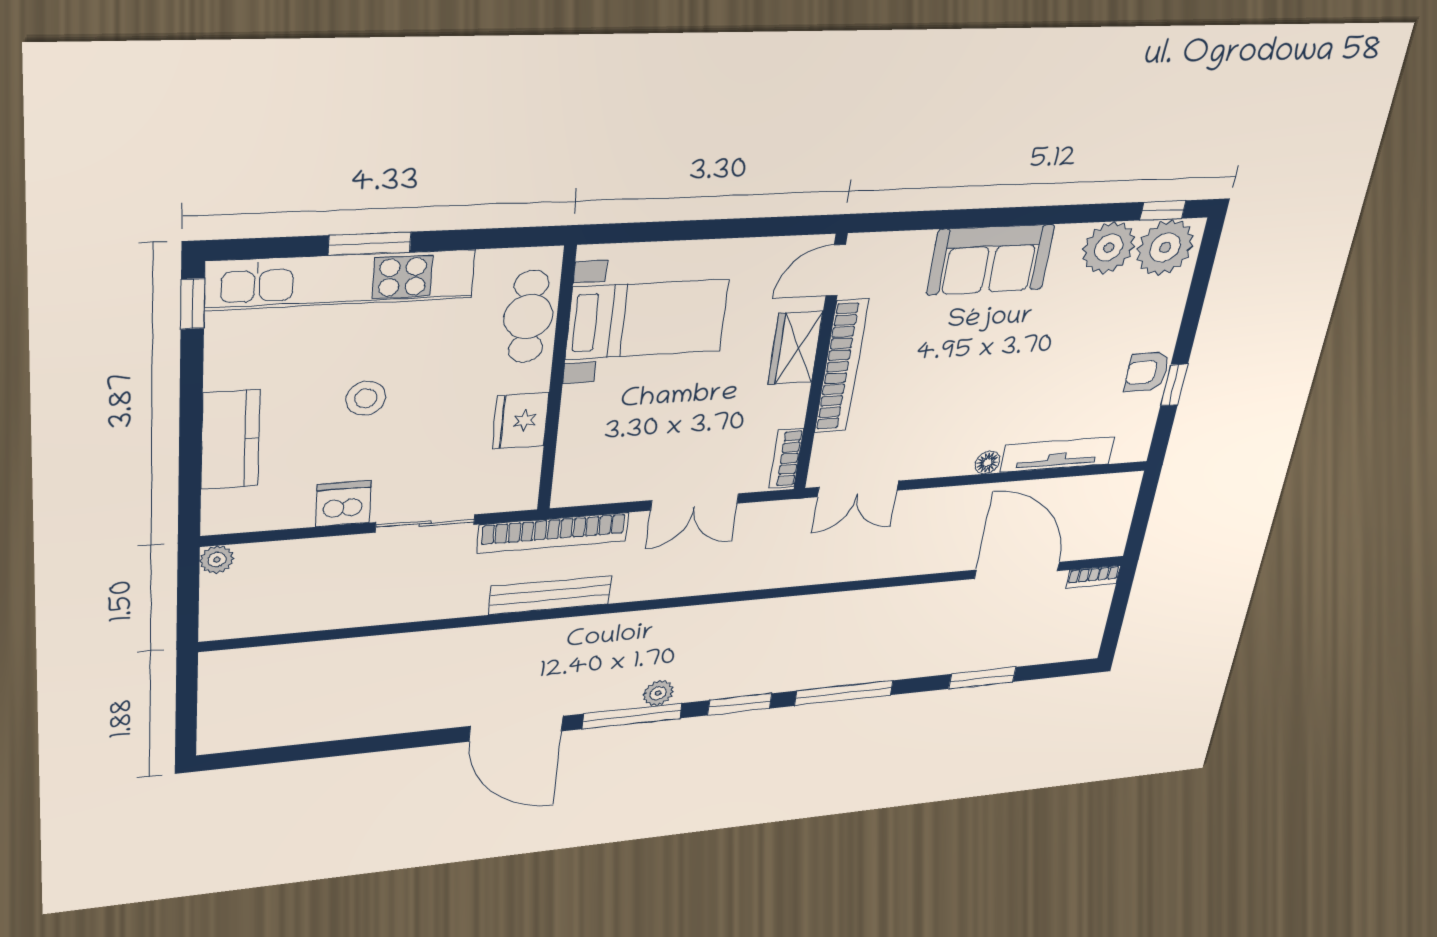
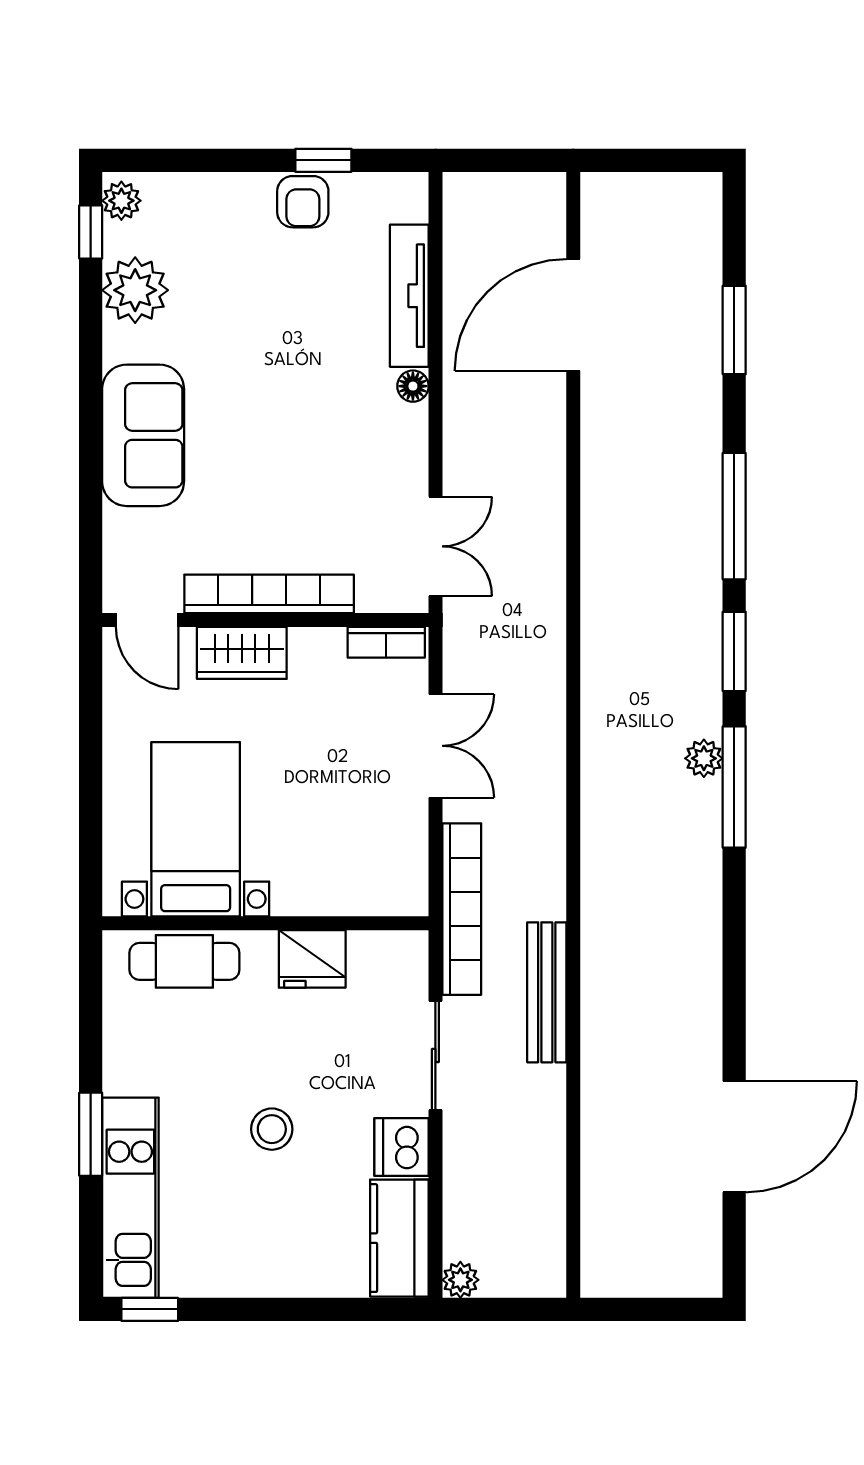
plant: (1165, 247) -> (121, 201), width x0.53, depth x0.53
kitchen unit: (341, 280) -> (130, 1198), width x0.73
kitchen counter: (230, 440) -> (399, 1238), moved, turned -90
bookcase: (1093, 577) -> (594, 207), removed
bench: (550, 595) -> (547, 992), moved
door: (516, 729) -> (734, 1137), moved

